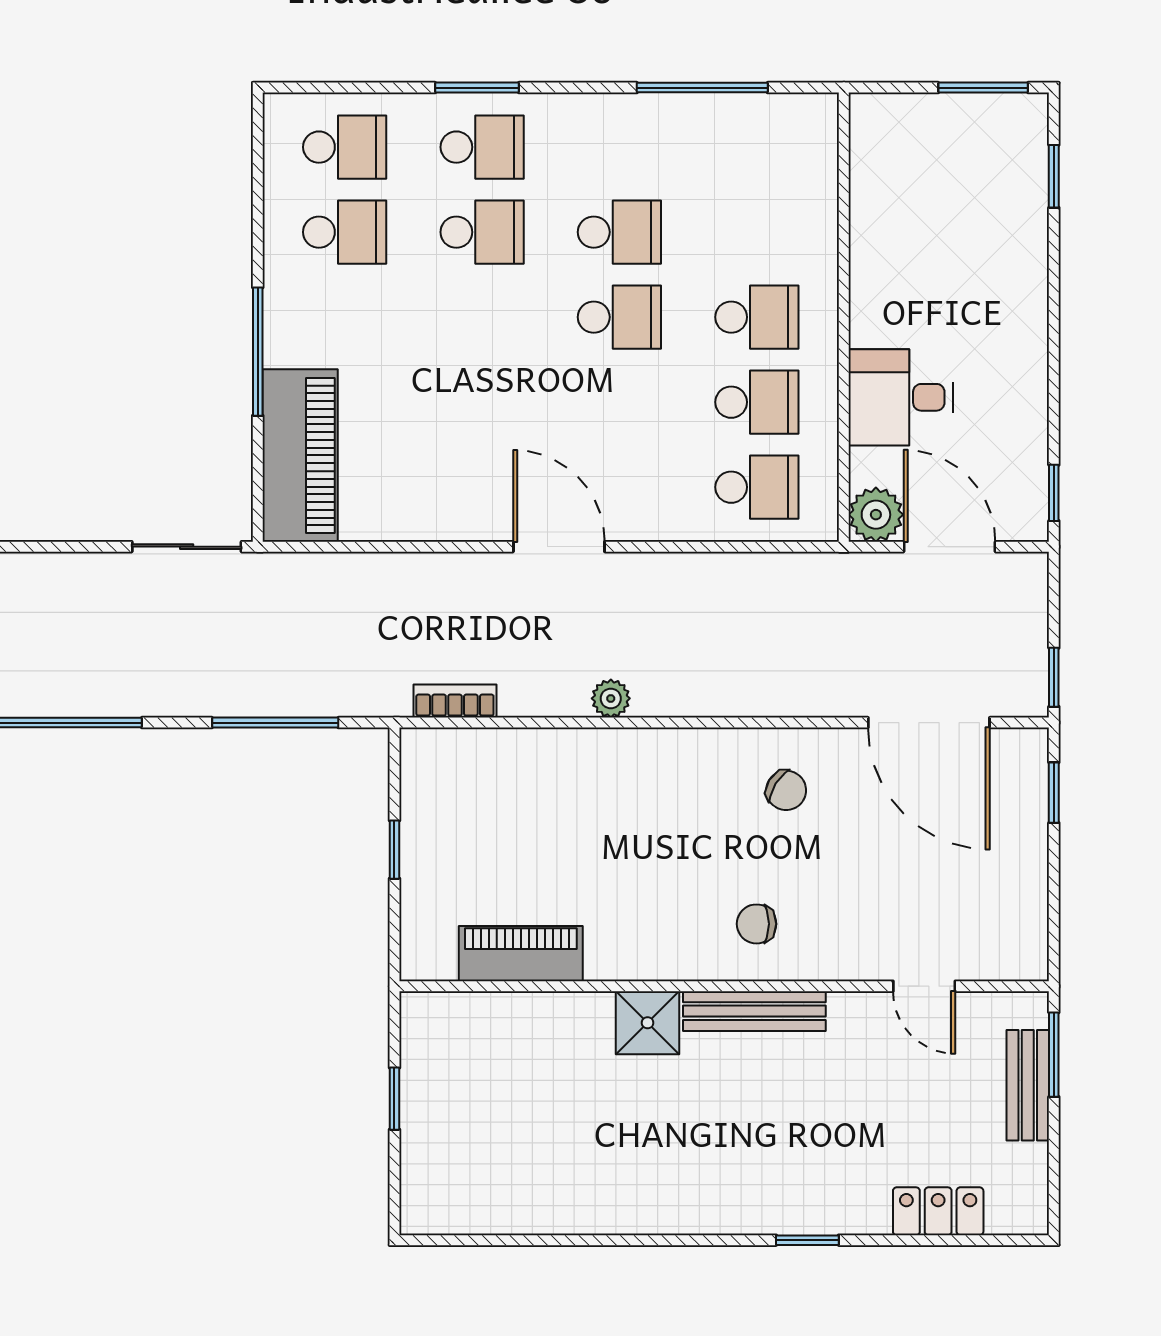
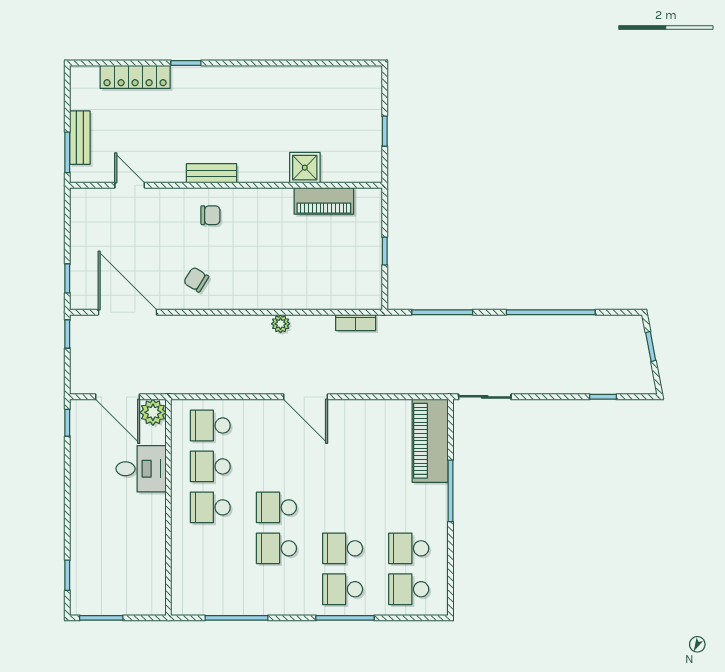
window: (477, 88) -> (345, 618), width x1.44
bench: (754, 1011) -> (211, 173), width x0.73
shower: (648, 1023) -> (305, 168), moved
locker: (938, 1211) -> (135, 77), width x1.53

